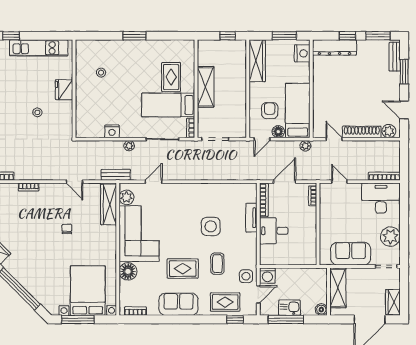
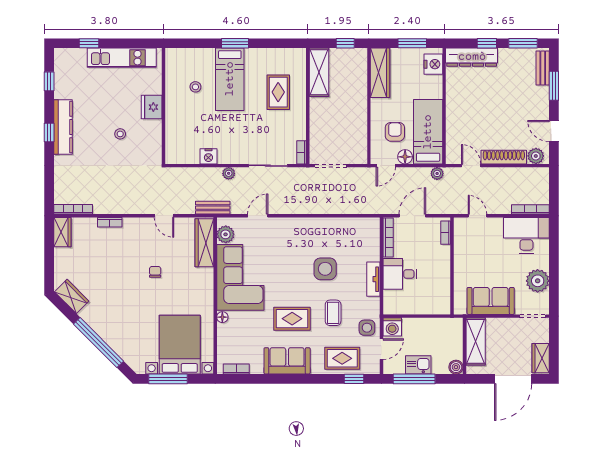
shelving: (206, 87) -> (319, 72), moved
bed: (168, 105) -> (230, 79), moved, turned -90
tv unit: (251, 218) -> (373, 279), moved
floor lamp: (128, 271) -> (222, 317), width x0.53, depth x0.53

